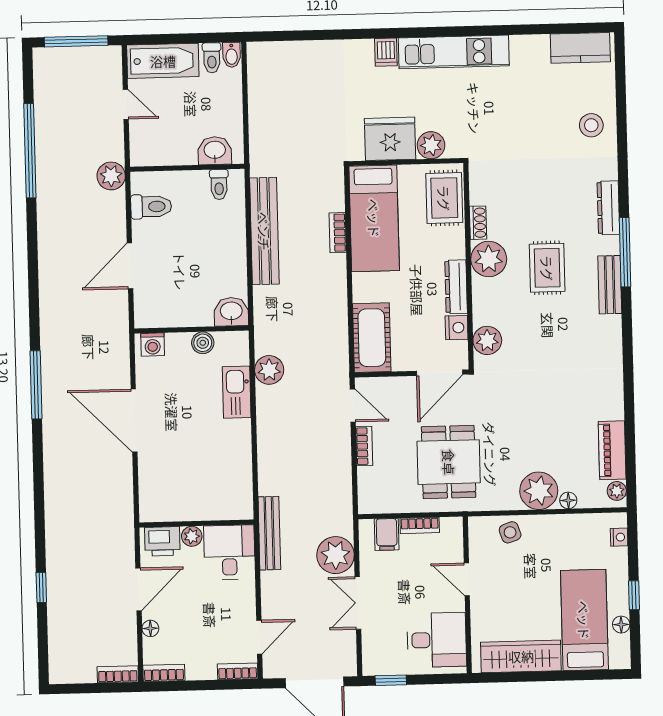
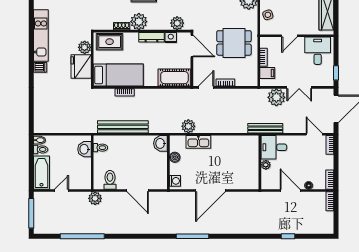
printer: (162, 541) -> (268, 179), removed

